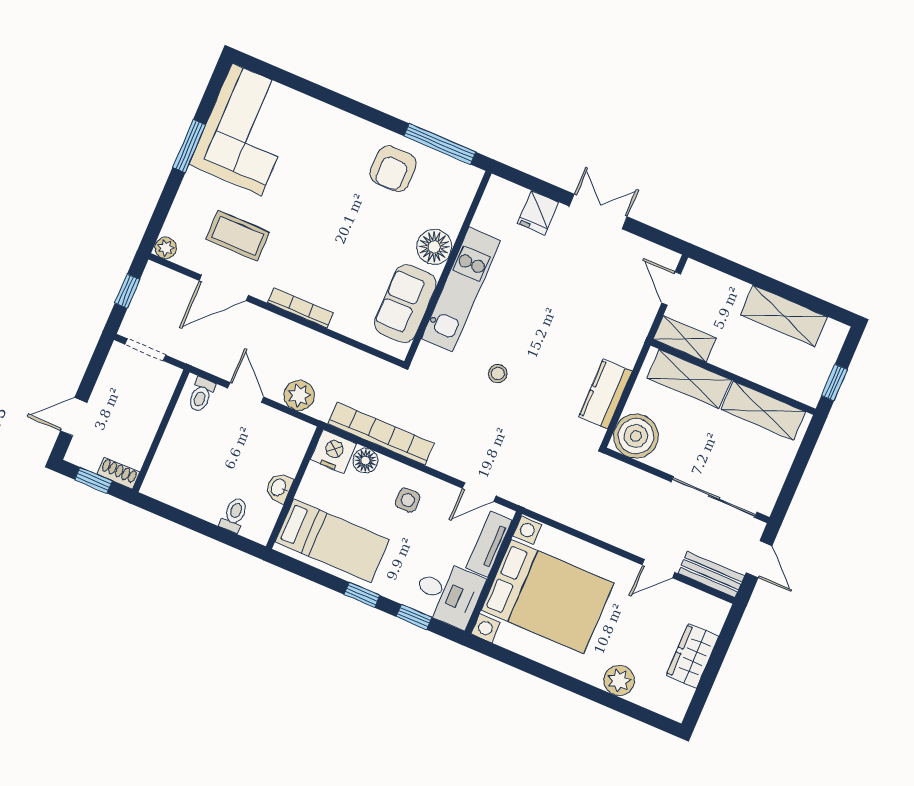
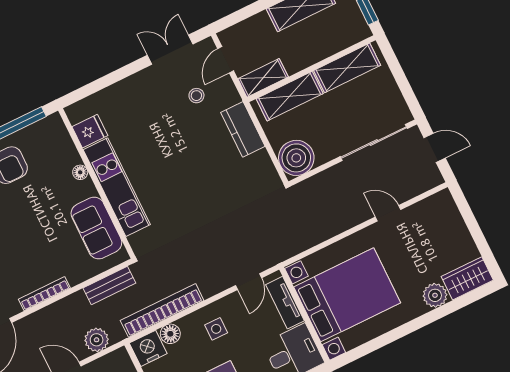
double door: (598, 211) -> (170, 50), moved
fridge: (538, 213) -> (90, 131), moved, turned -90
floor lamp: (434, 247) -> (80, 172), width x0.53, depth x0.53
door: (671, 288) -> (226, 60), hinge flipped
stool: (498, 374) -> (196, 96), moved
kitchen counter: (606, 394) -> (243, 129), moved
door: (658, 569) -> (388, 213), swing flipped
bench: (711, 575) -> (109, 286), moved
wardrobe: (692, 656) -> (467, 278), moved, turned 90

